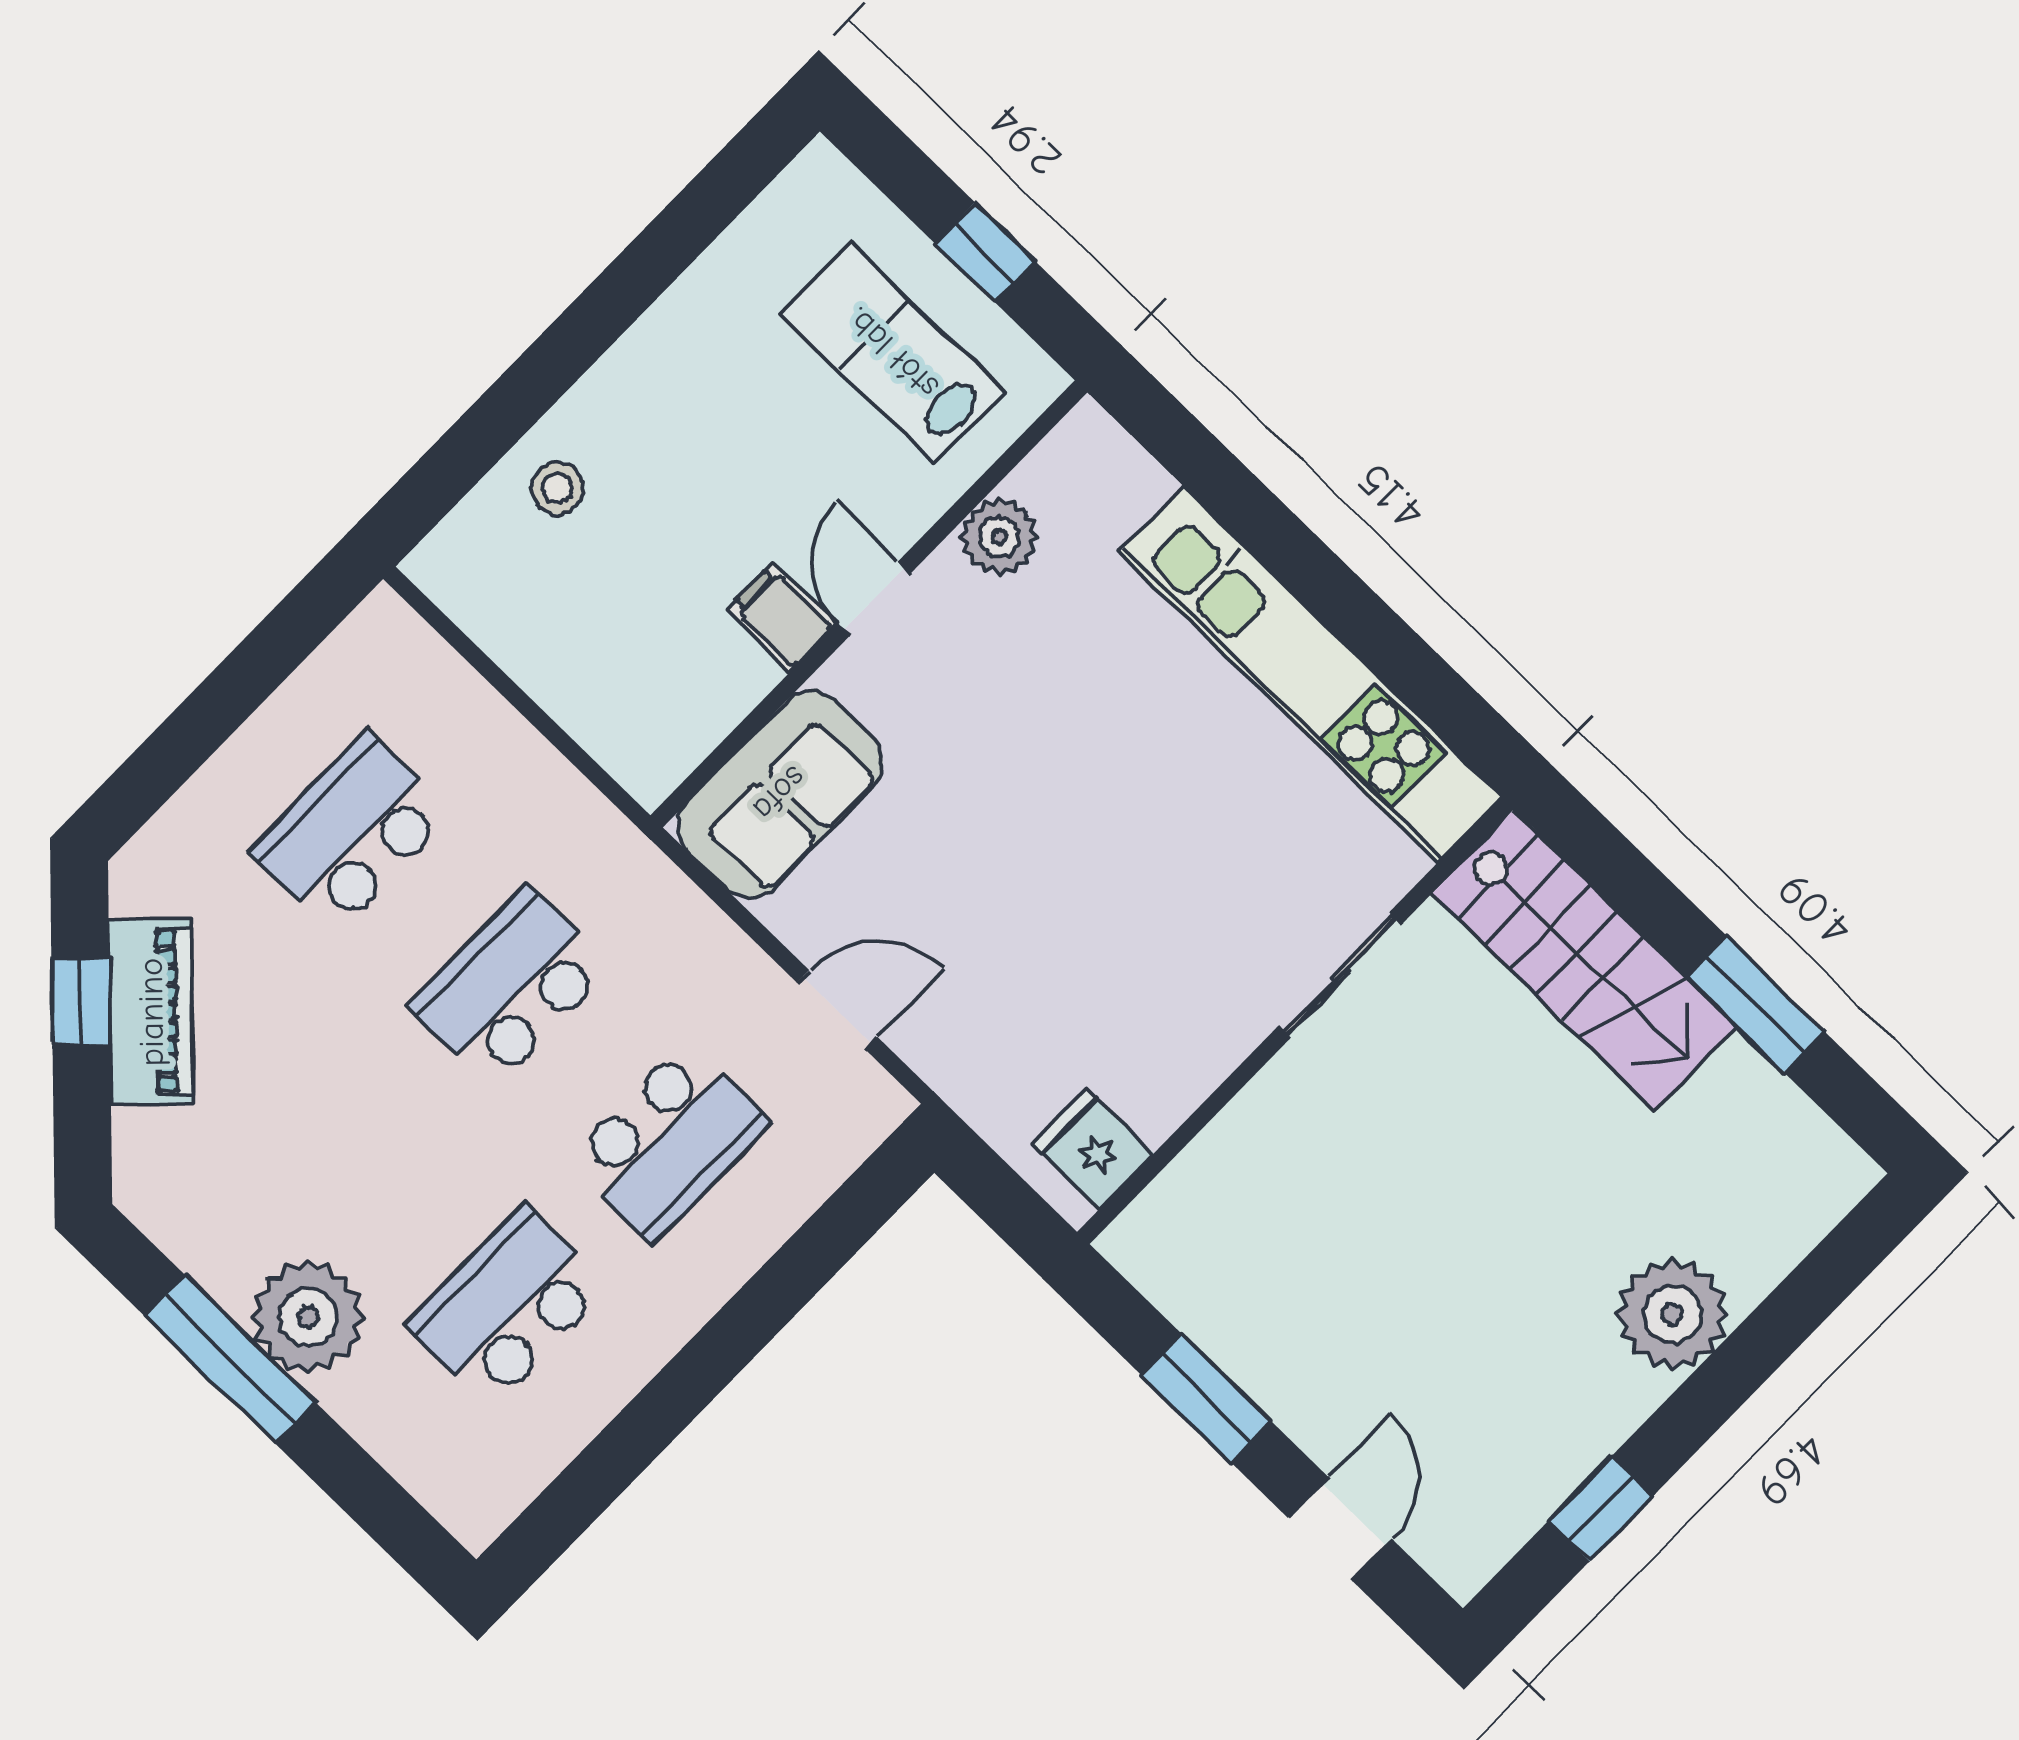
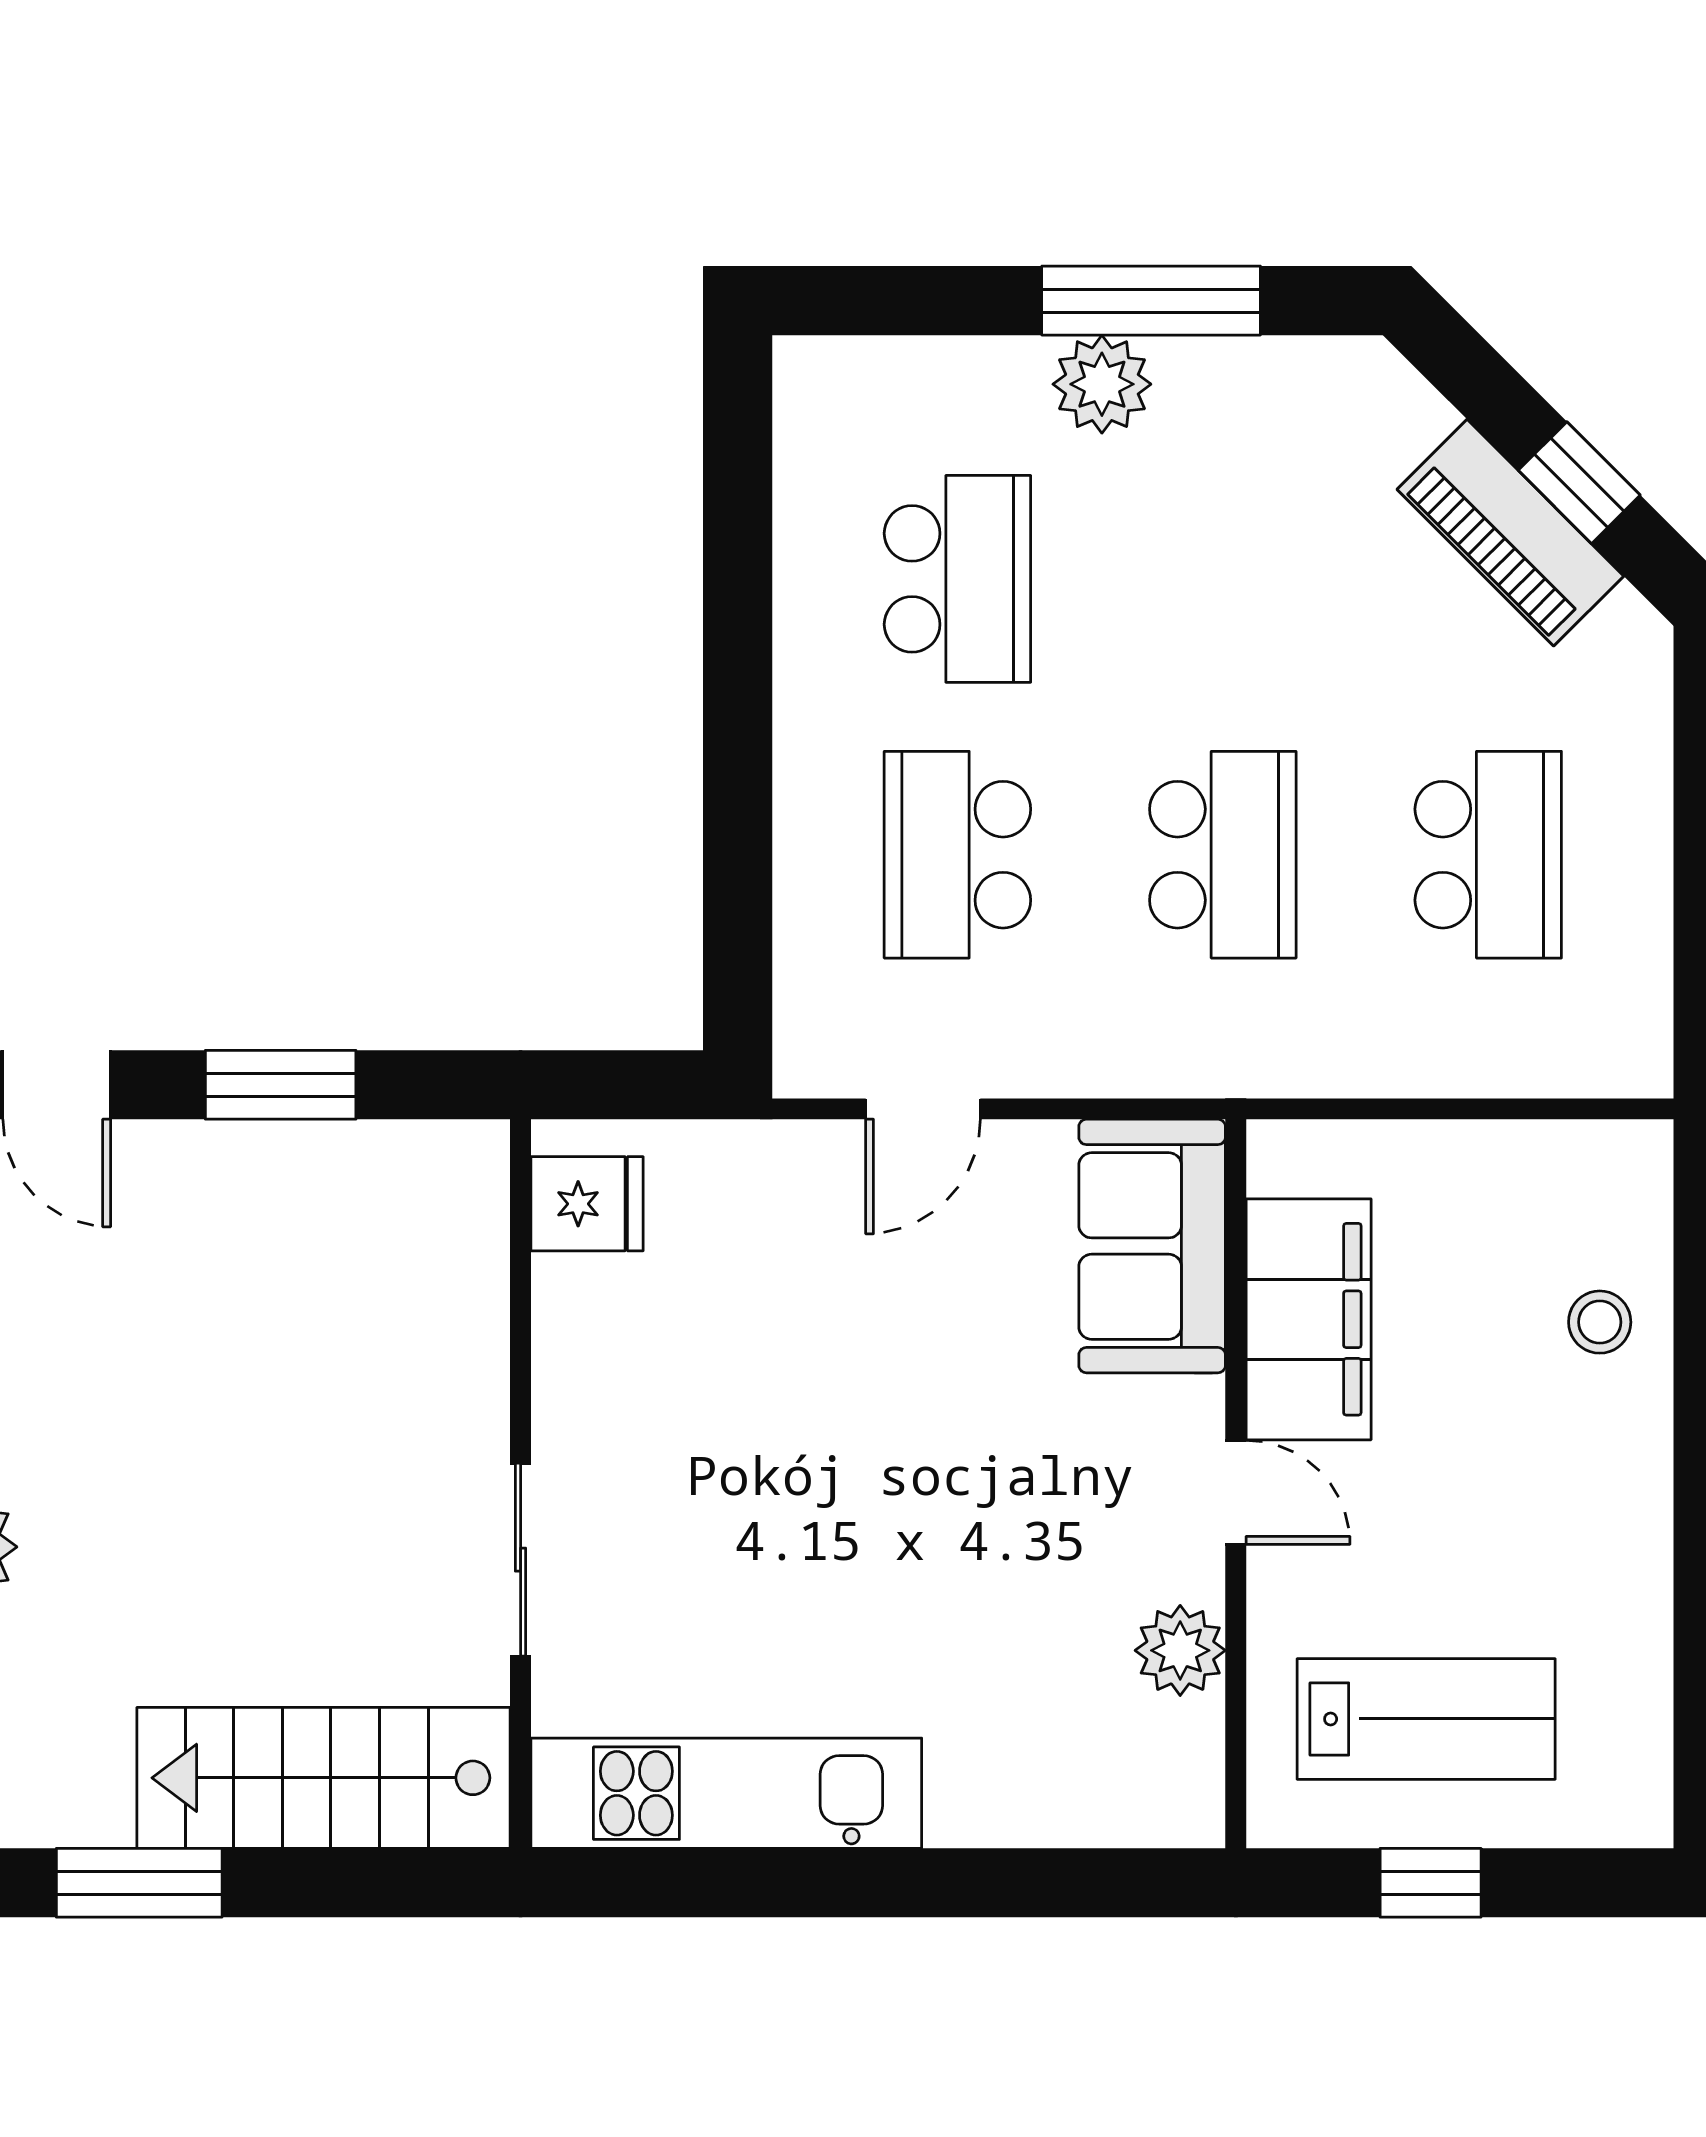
filing cabinet: (782, 617) -> (1309, 1319), width x3.00, depth x1.17
kitchen unit: (1311, 675) -> (726, 1793), width x0.73
plant: (308, 1317) -> (1102, 384), width x0.73, depth x0.73

